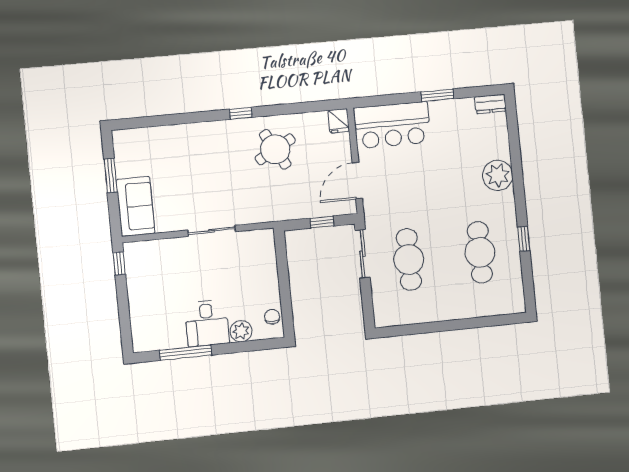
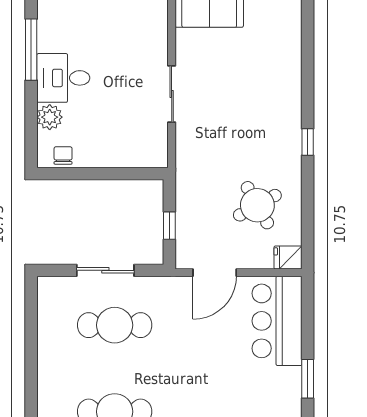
round table: (275, 149) -> (257, 205), moved
door: (357, 181) -> (215, 273), swing flipped
sliding door: (363, 254) -> (105, 270), moved
chair: (272, 317) -> (63, 155), turned -94

